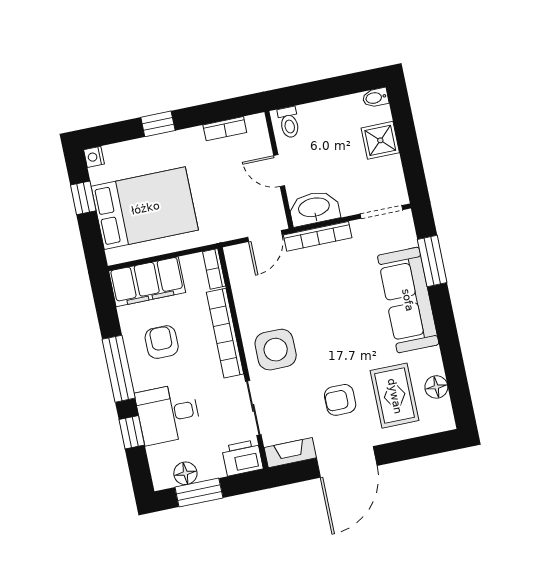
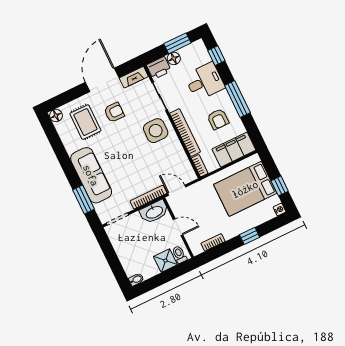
shower: (380, 140) -> (165, 261), moved
door: (265, 236) -> (177, 190), hinge flipped
floor lamp: (436, 387) -> (56, 116), moved
window: (132, 432) -> (216, 56), moved
floor lamp: (185, 473) -> (174, 58), moved

